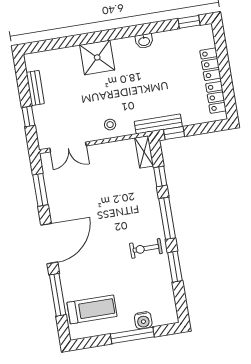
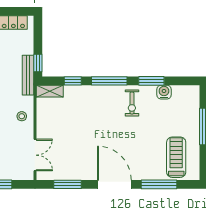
water cooler: (143, 320) -> (164, 92), moved, turned -90

